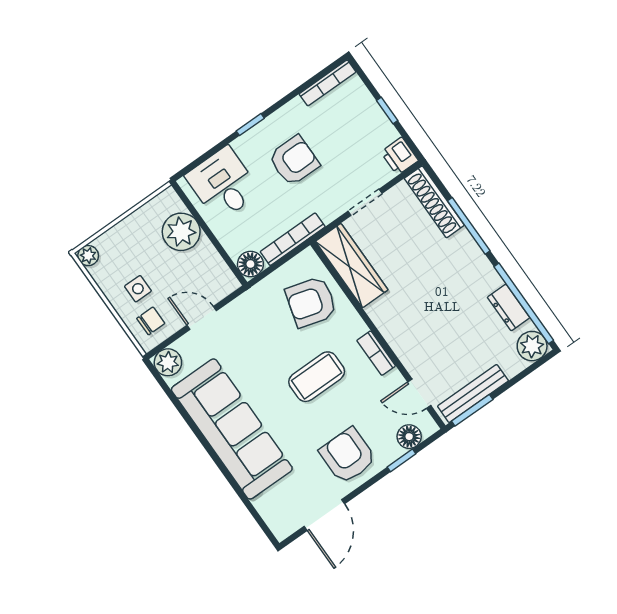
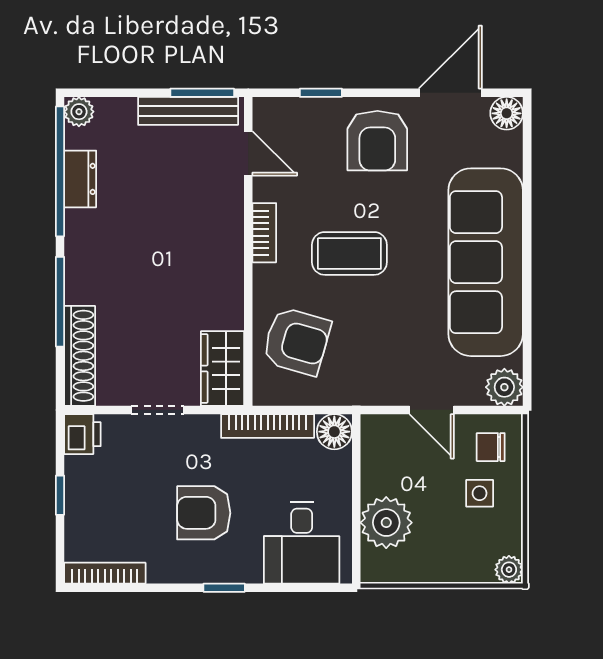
wardrobe: (352, 266) -> (222, 368), width x0.67
plant: (532, 346) -> (79, 112), width x0.73, depth x0.73
floor lamp: (409, 437) -> (507, 113), moved

